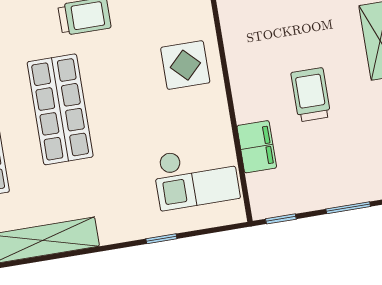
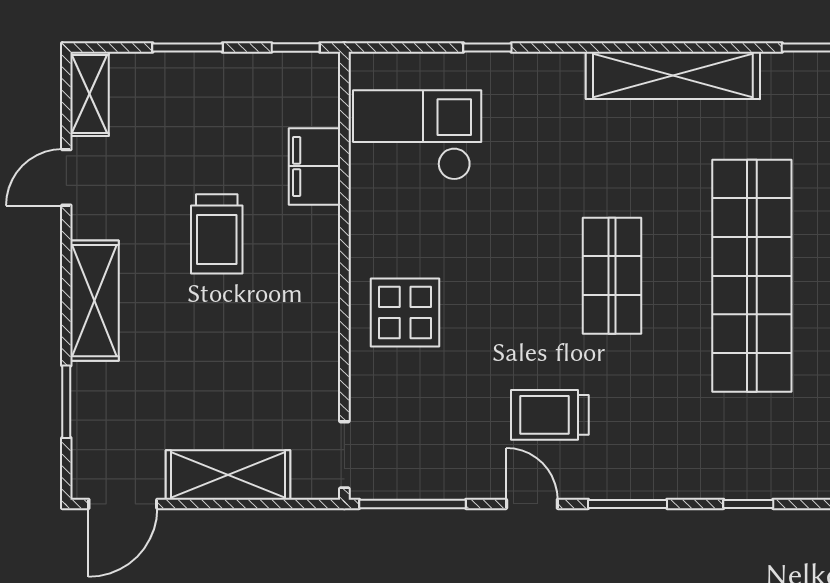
shop shelf: (60, 109) -> (612, 276), width x0.70, depth x0.74

